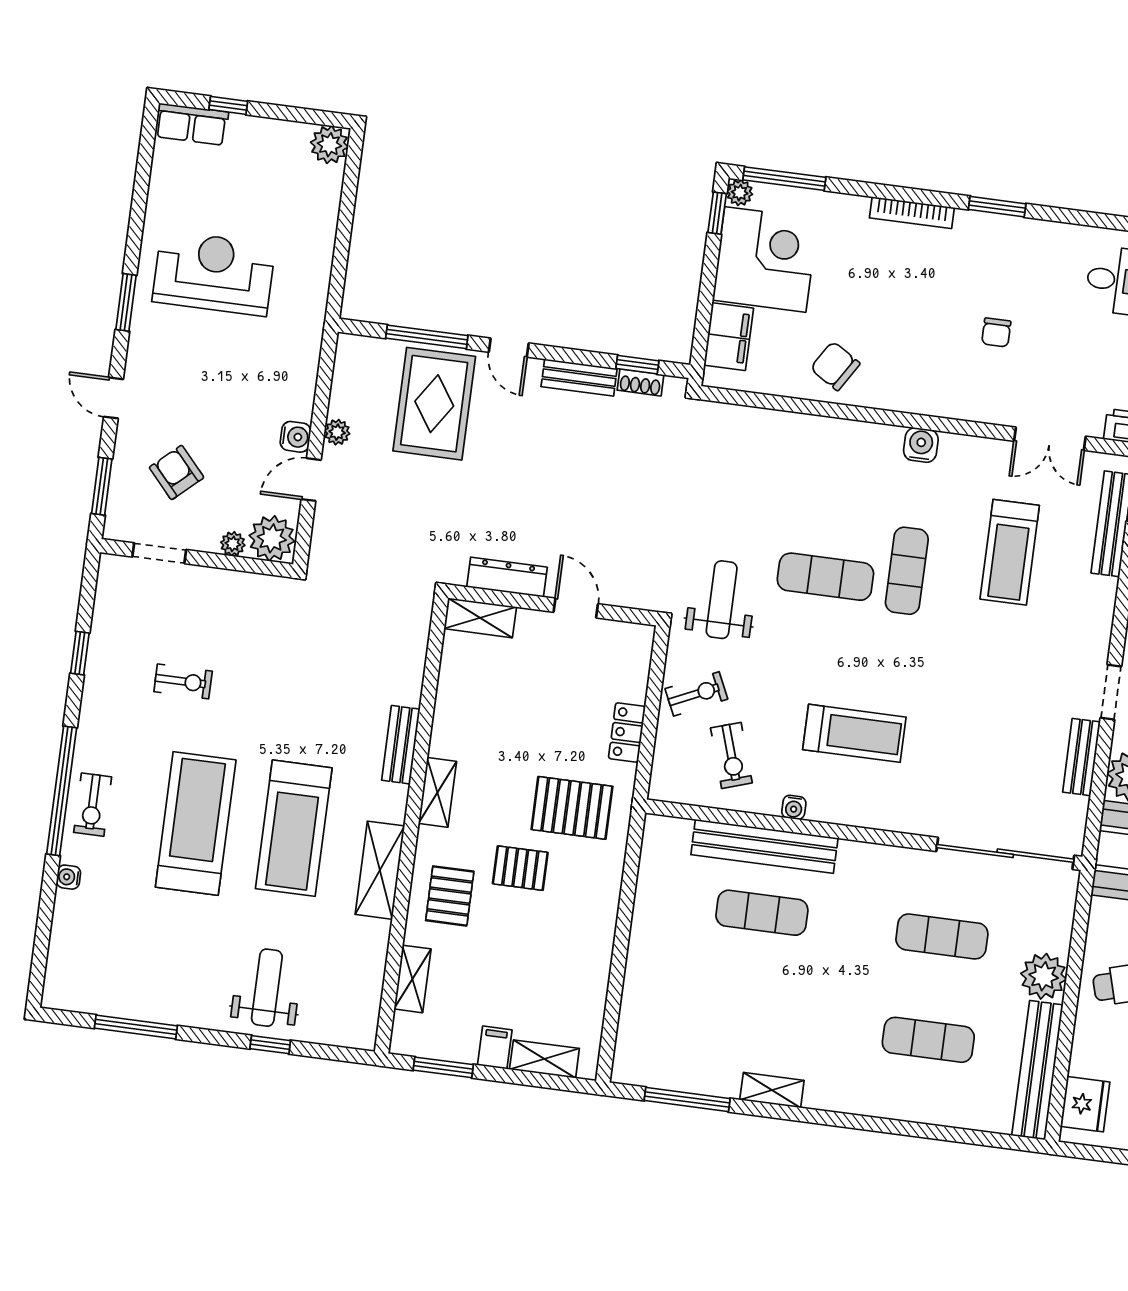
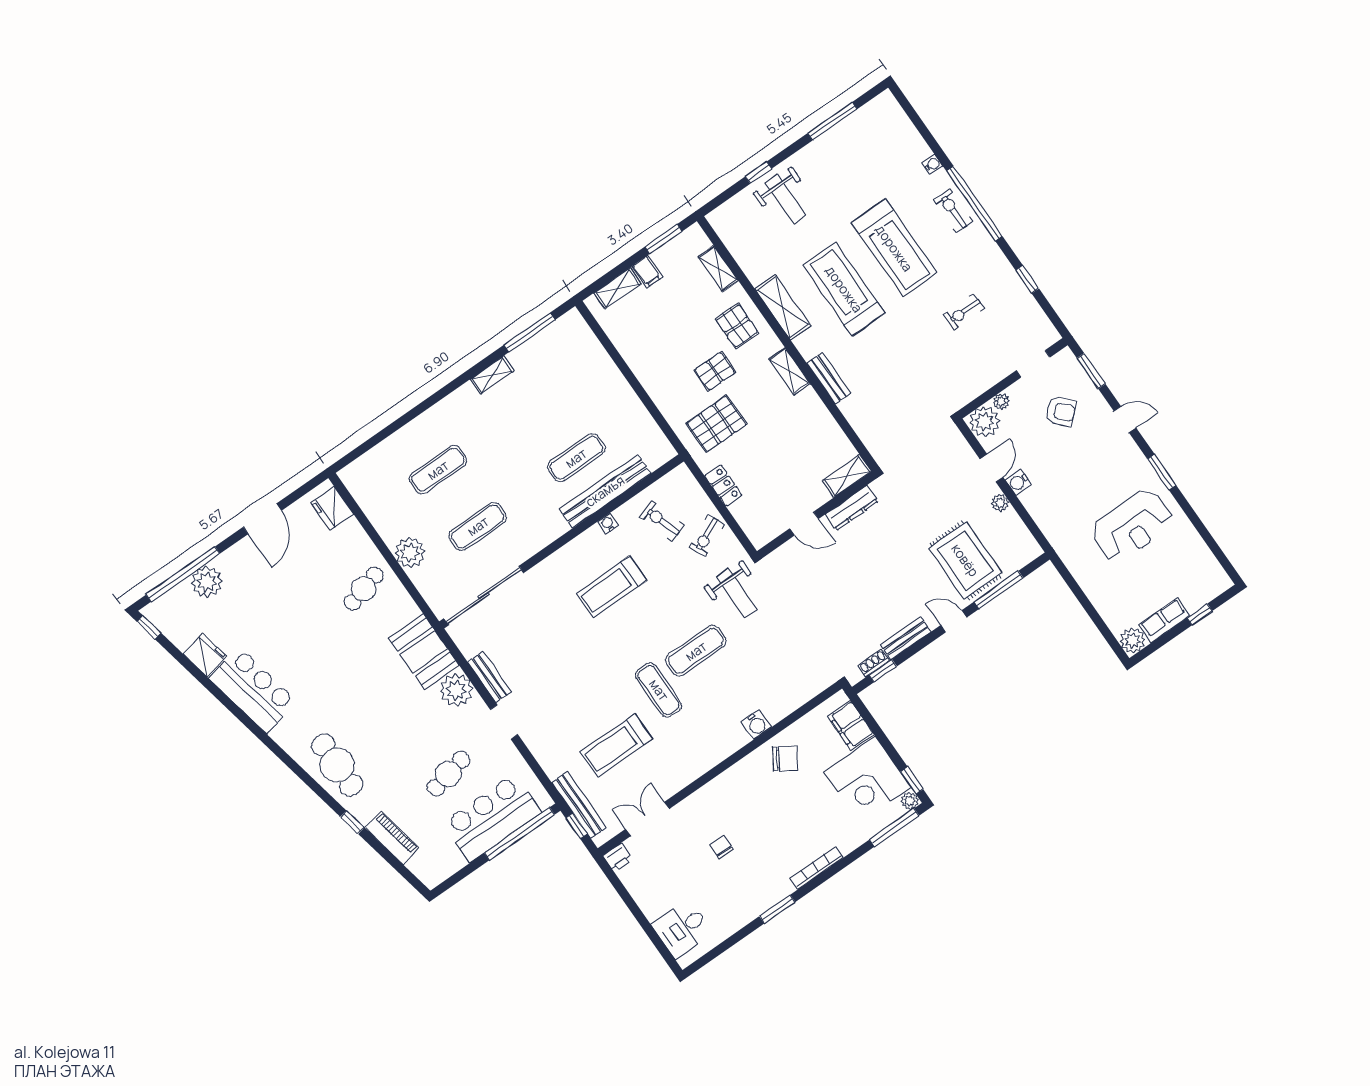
row of seats: (192, 124) -> (1164, 620), moved
water cooler: (921, 445) -> (756, 724), moved
treadmill: (1010, 552) -> (616, 745), turned -90
bench: (1037, 1070) -> (371, 504), removed

